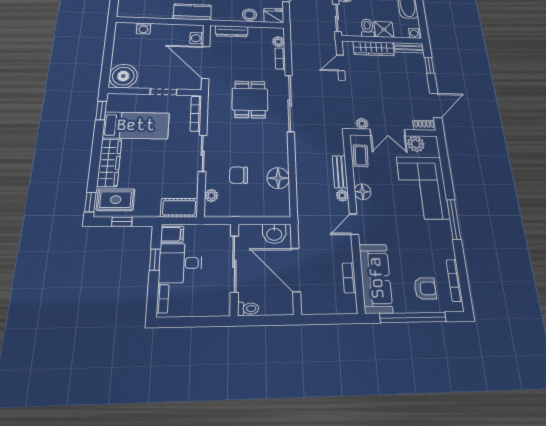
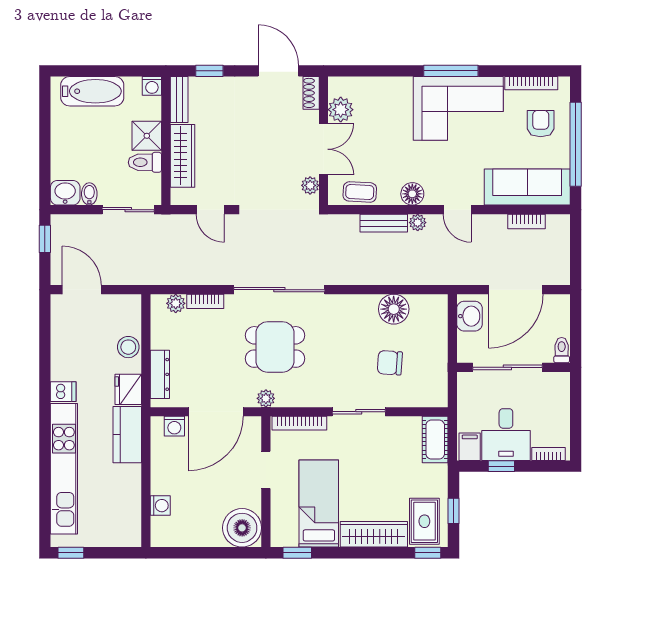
fridge: (274, 16) -> (128, 389), moved
chair: (239, 175) -> (390, 363), turned 94
corner sofa: (423, 187) -> (458, 108), moved
plant: (211, 196) -> (266, 398), moved

